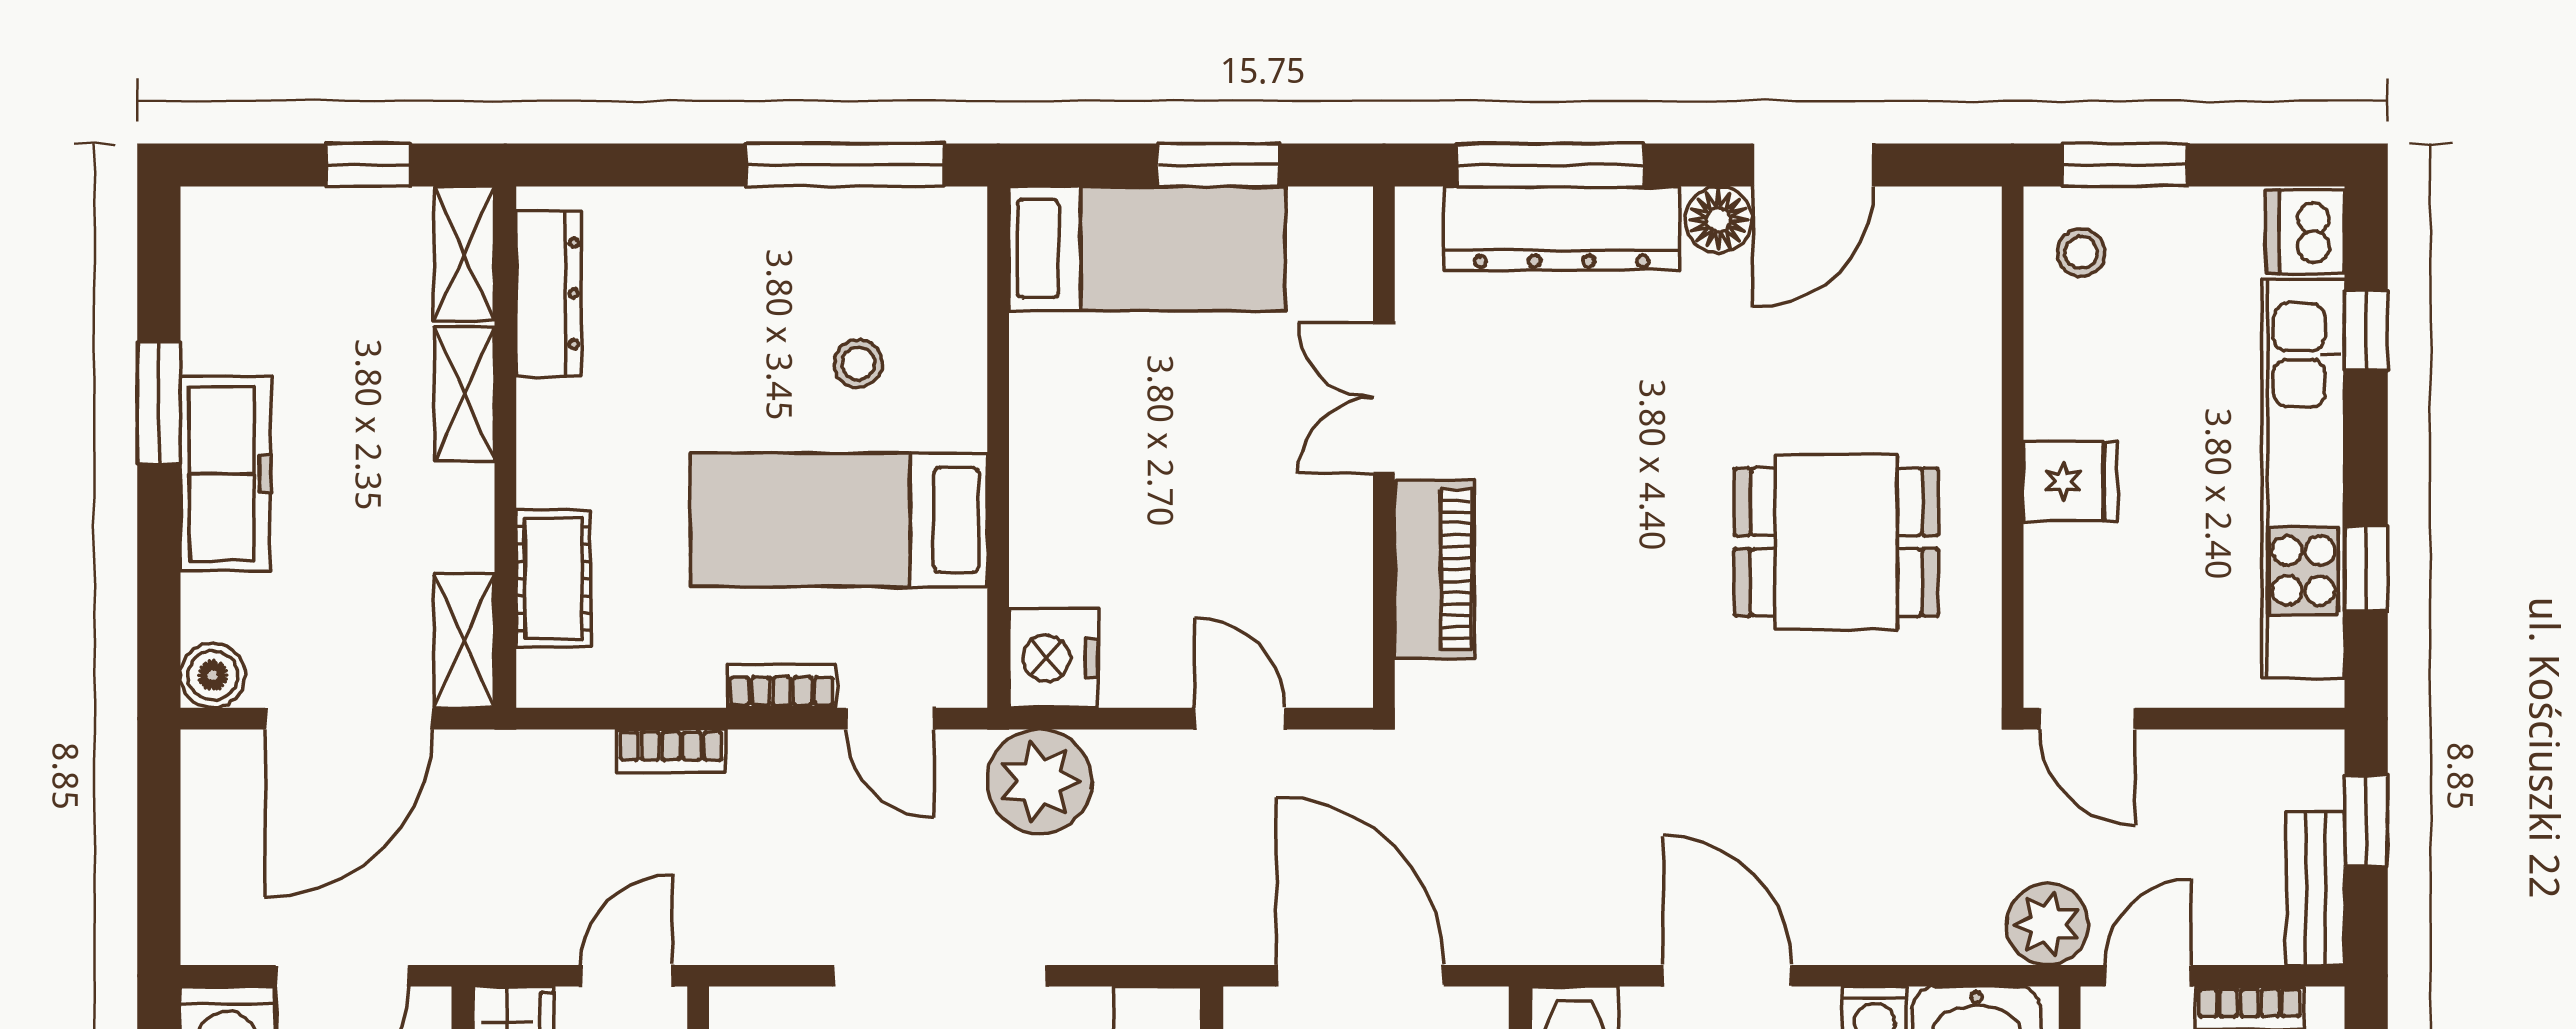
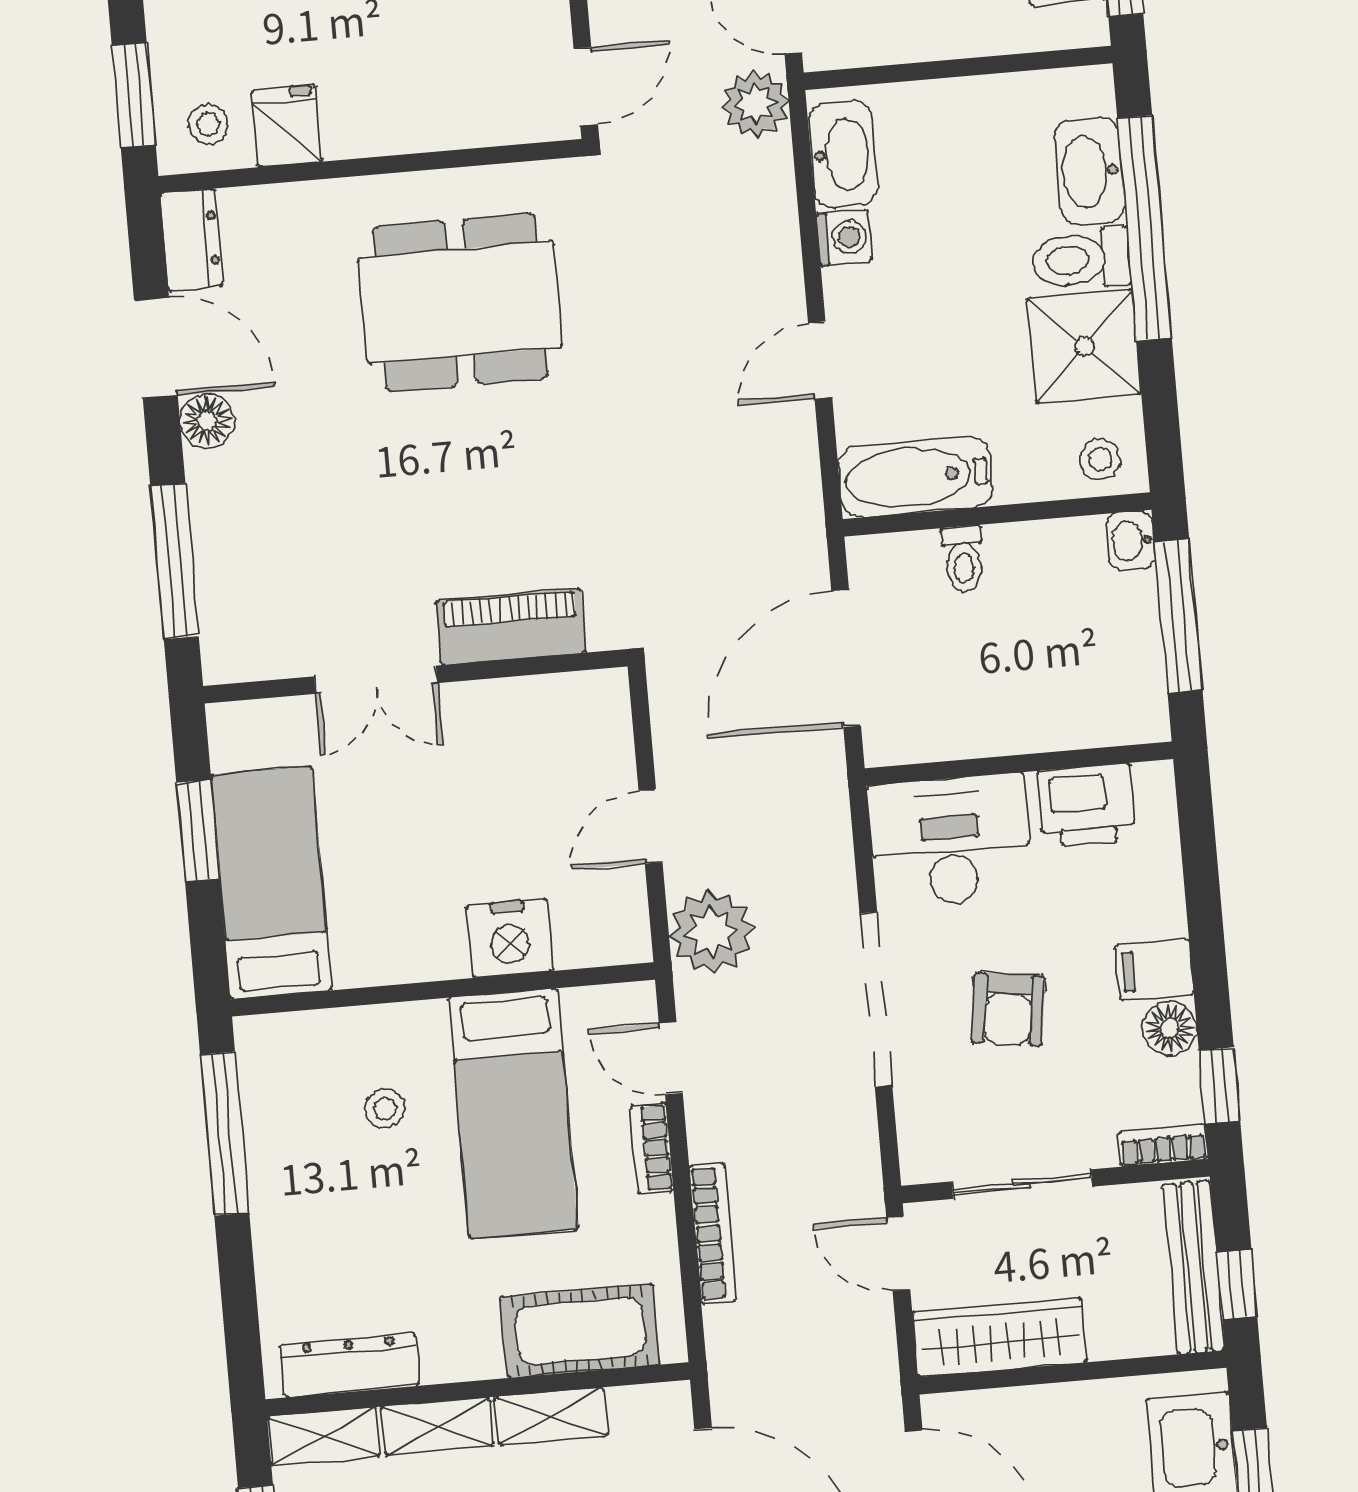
dresser: (1562, 228) -> (192, 240), moved, width x0.51, depth x0.80
fridge: (2071, 481) -> (287, 126), moved
dining table: (1836, 542) -> (460, 302), width x1.38
cot: (553, 578) -> (580, 1331), width x1.37, depth x1.34
shelving: (464, 641) -> (551, 1416), moved
nightstand: (1054, 658) -> (510, 938), moved
door: (890, 719) -> (671, 1058), swing flipped
door: (1240, 719) -> (650, 826), moved
bookcase: (671, 751) -> (713, 1233), width x1.56
door: (1727, 976) -> (820, 360), width x0.73

